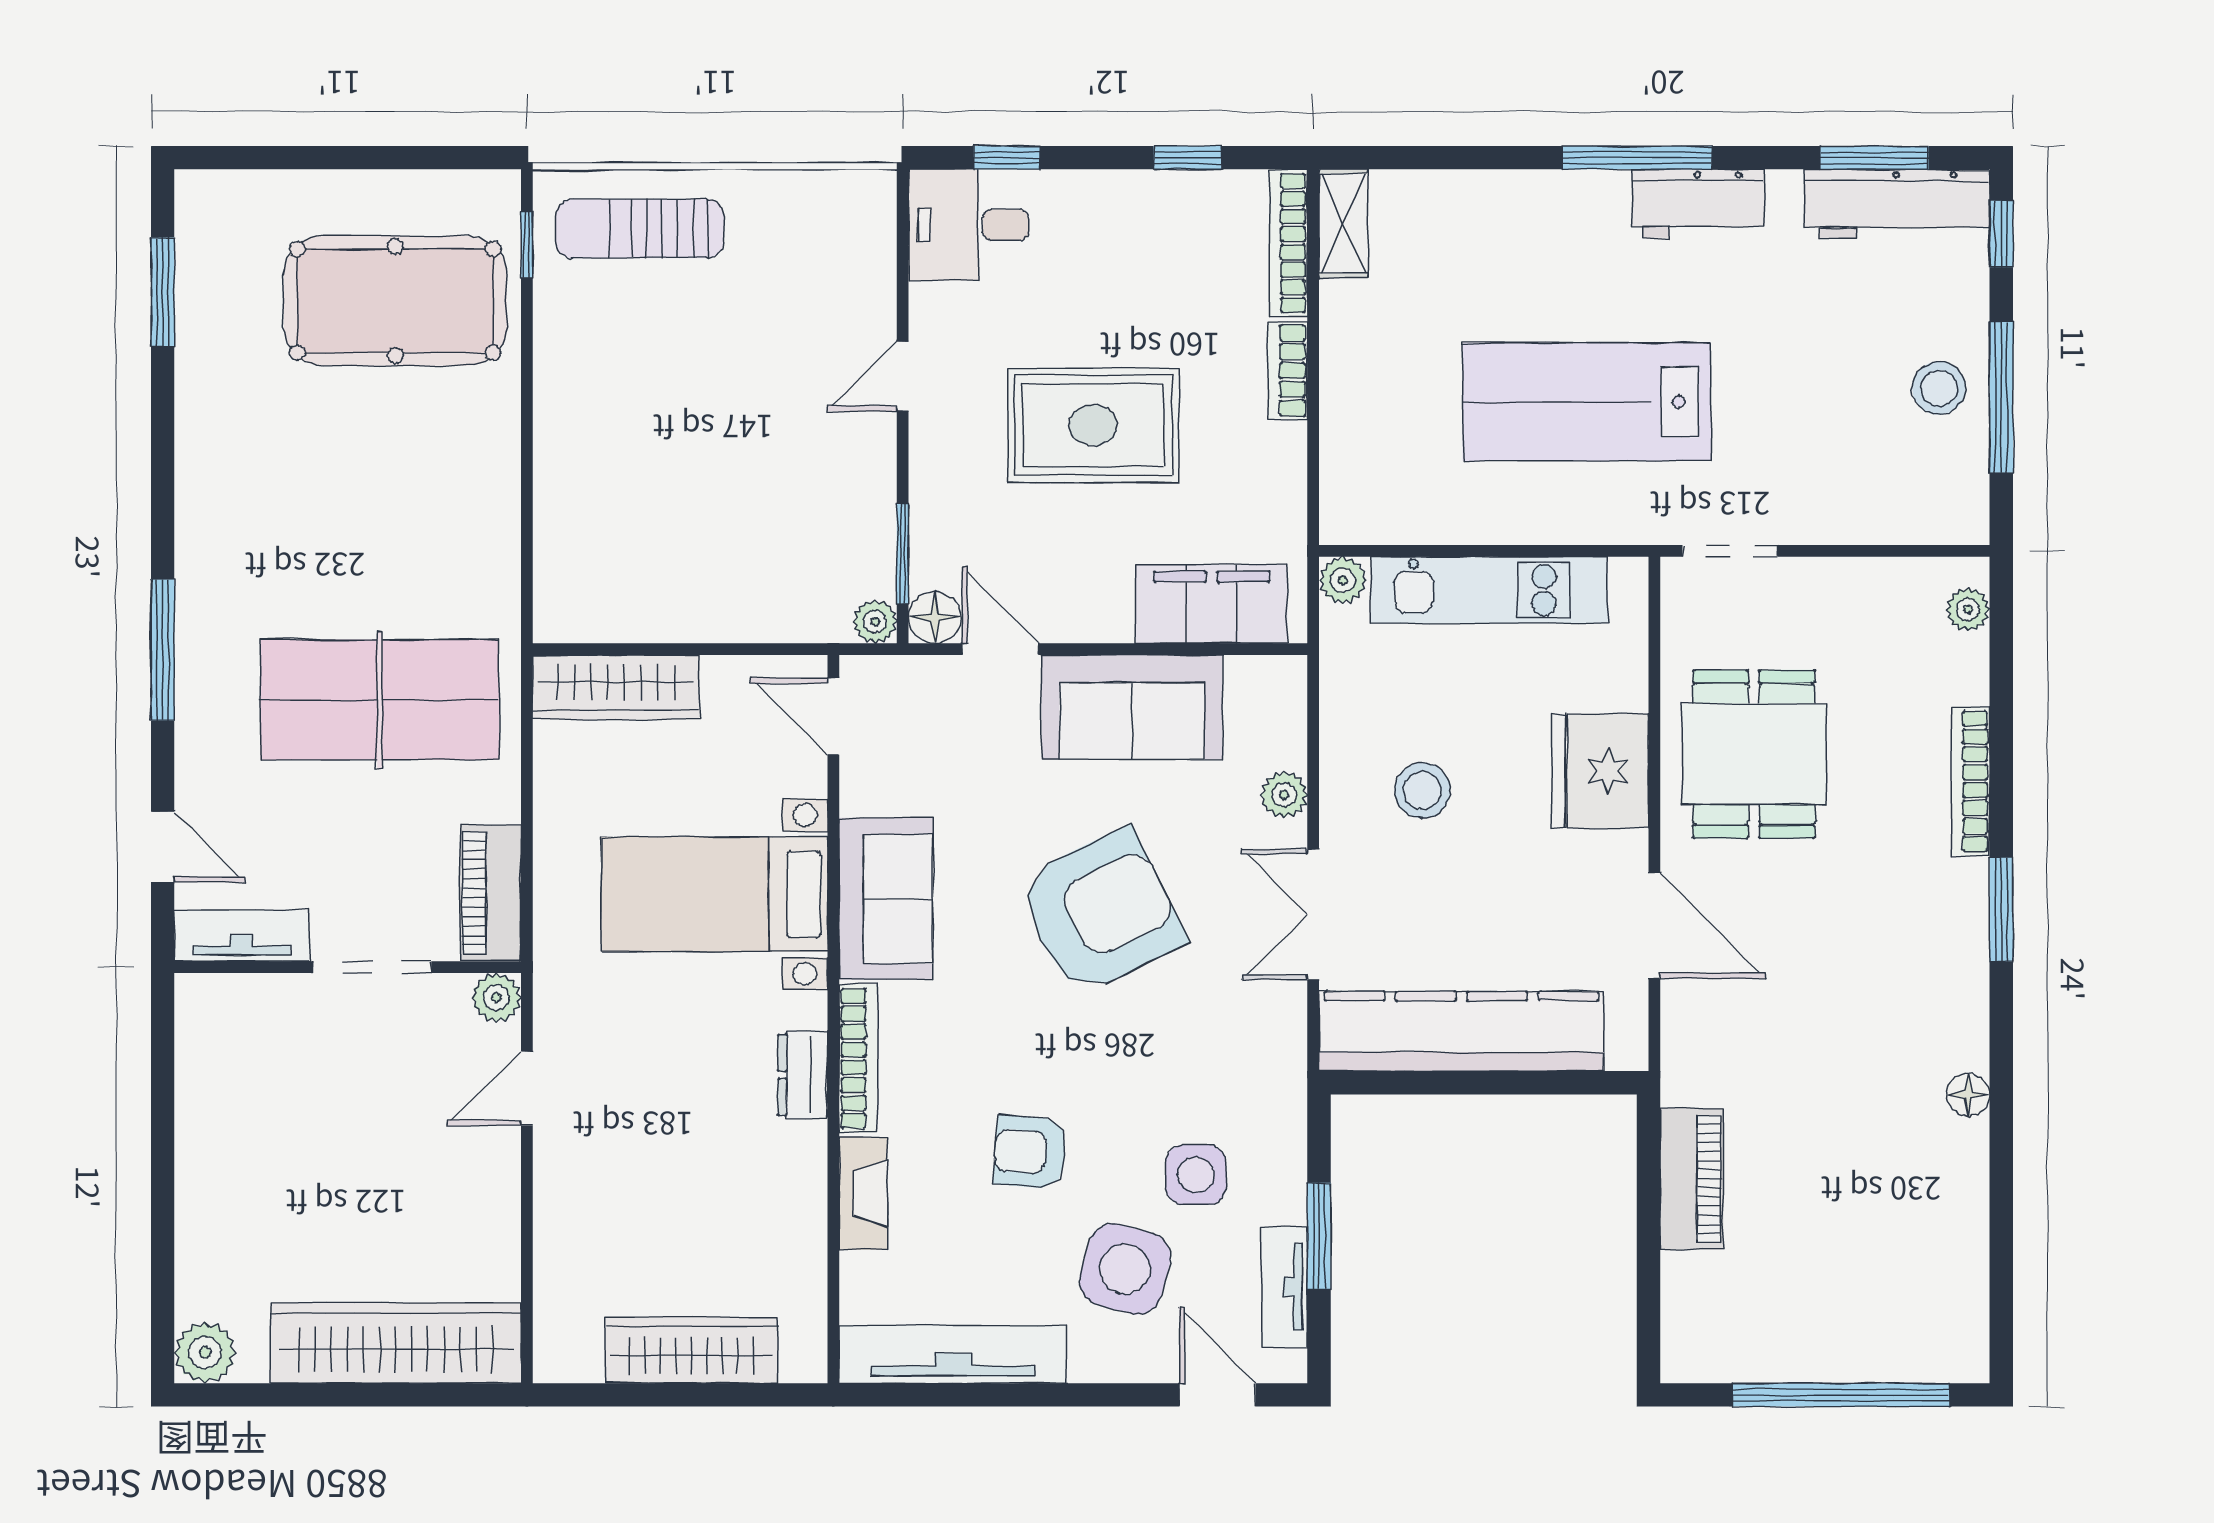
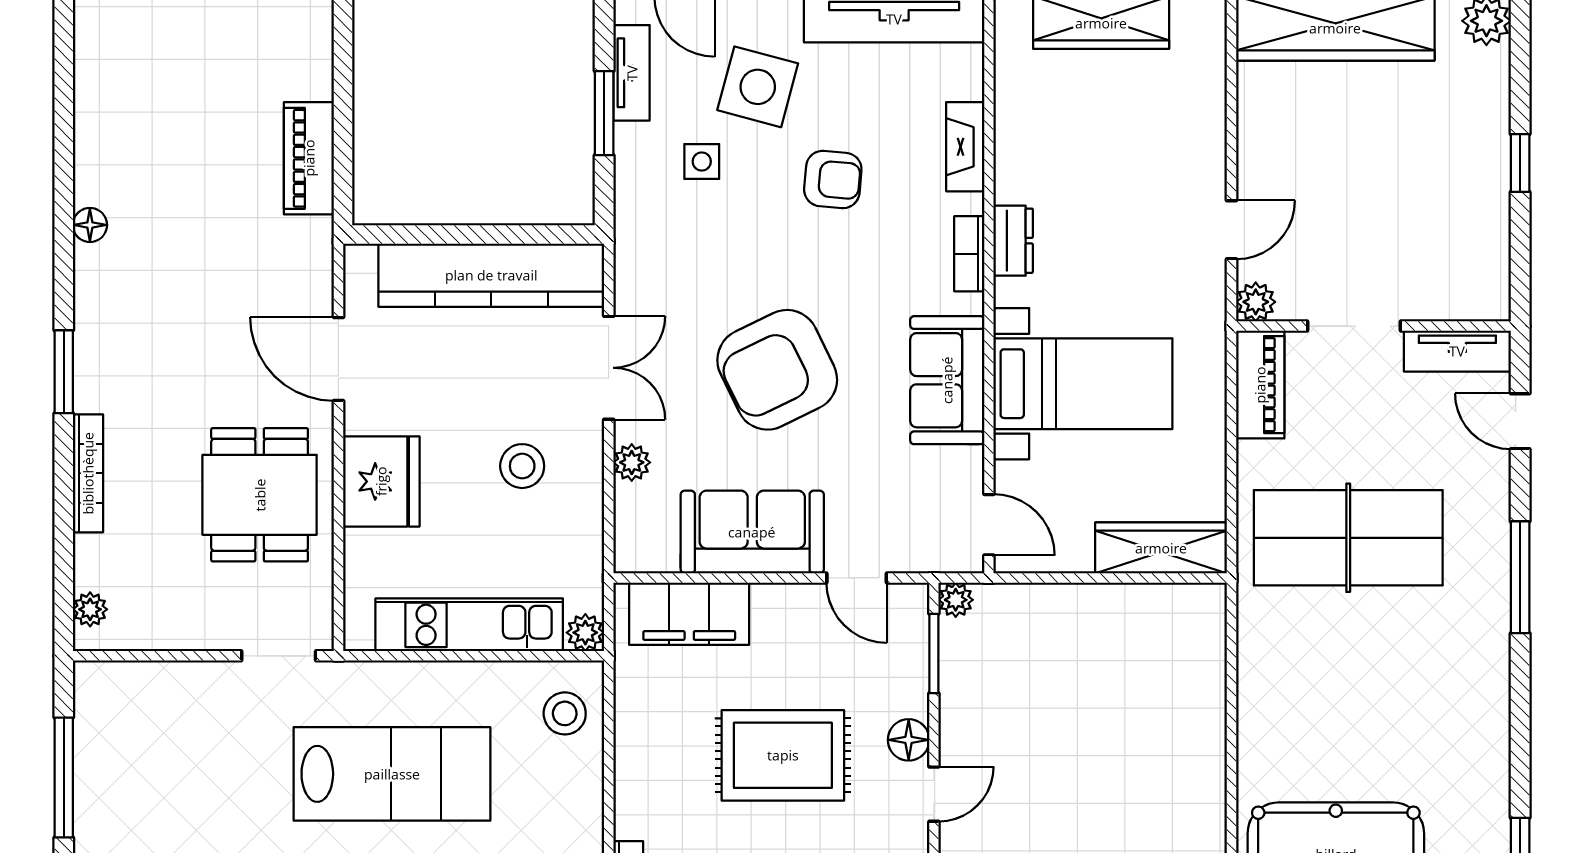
bookcase: (1288, 371) -> (629, 799), removed
stool: (1939, 388) -> (565, 713), moved
floor lamp: (935, 617) -> (909, 740), moved
bookcase: (858, 1058) -> (969, 254), width x0.64
window: (163, 1173) -> (1520, 163), added
side table: (1196, 1175) -> (702, 161), width x0.73, depth x0.73

